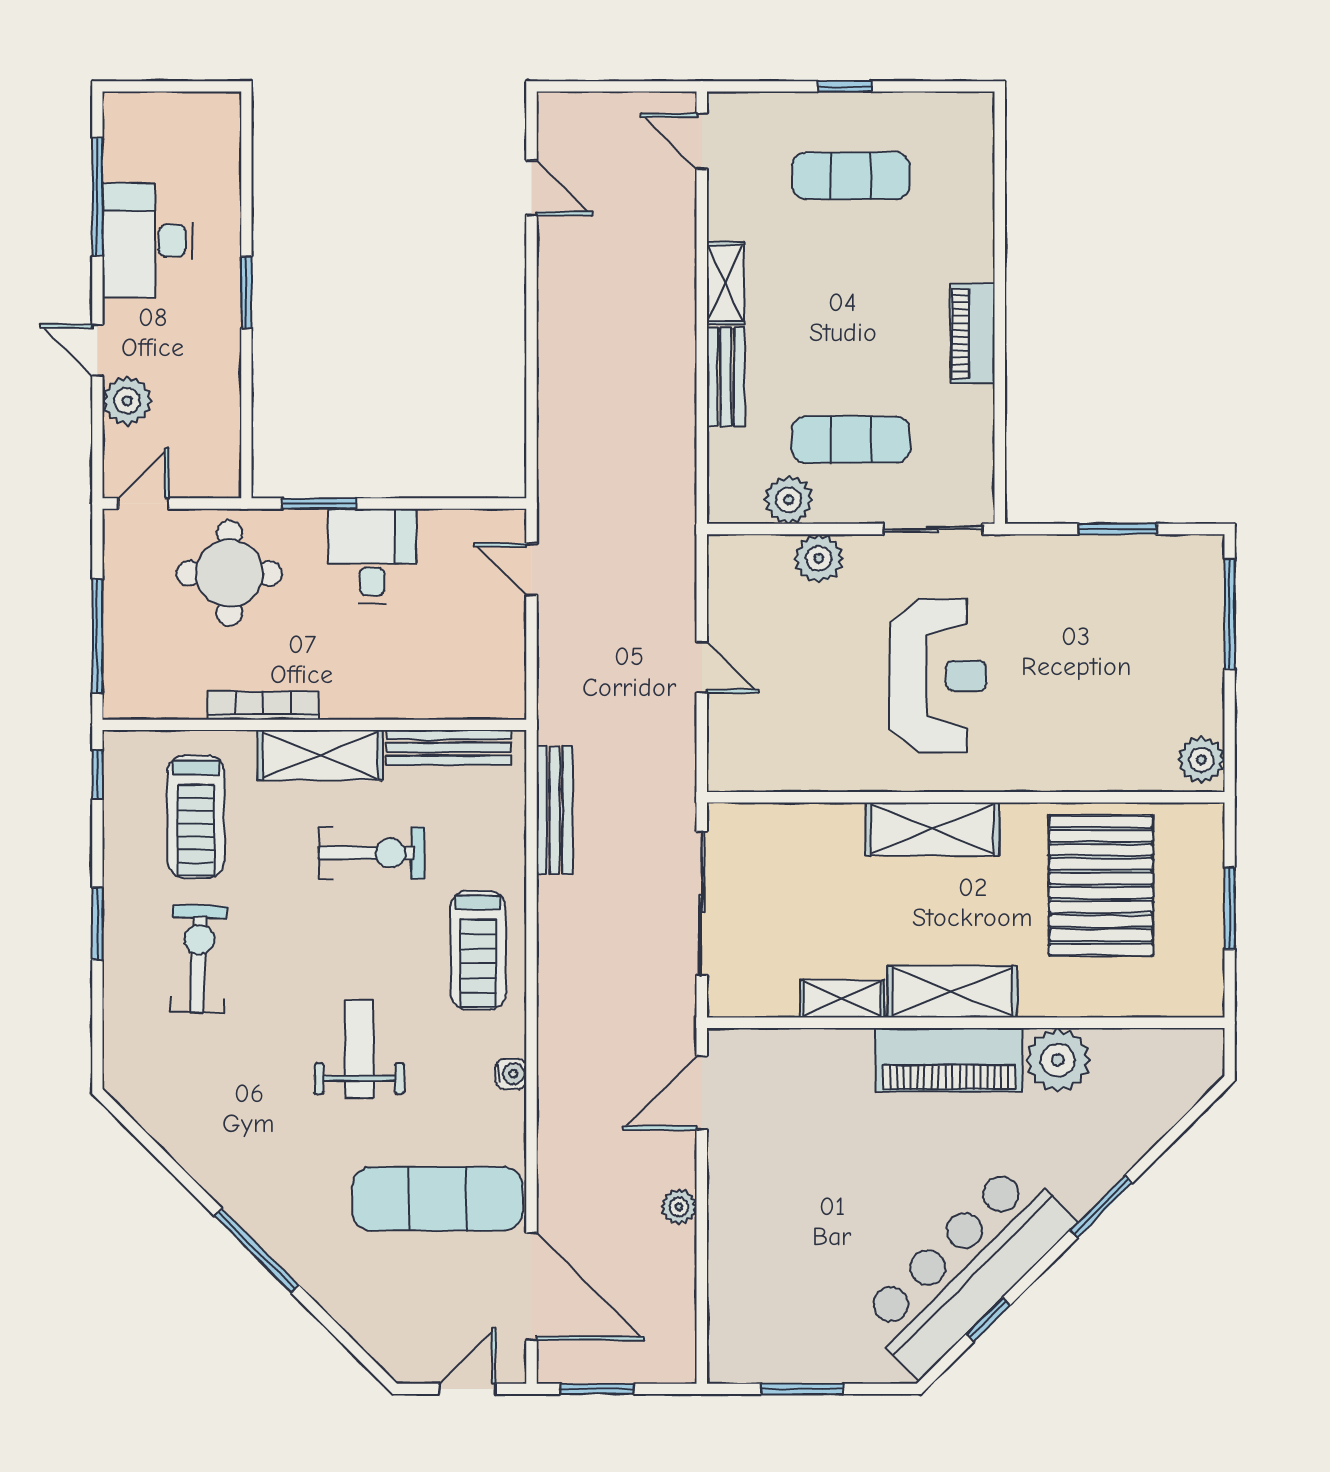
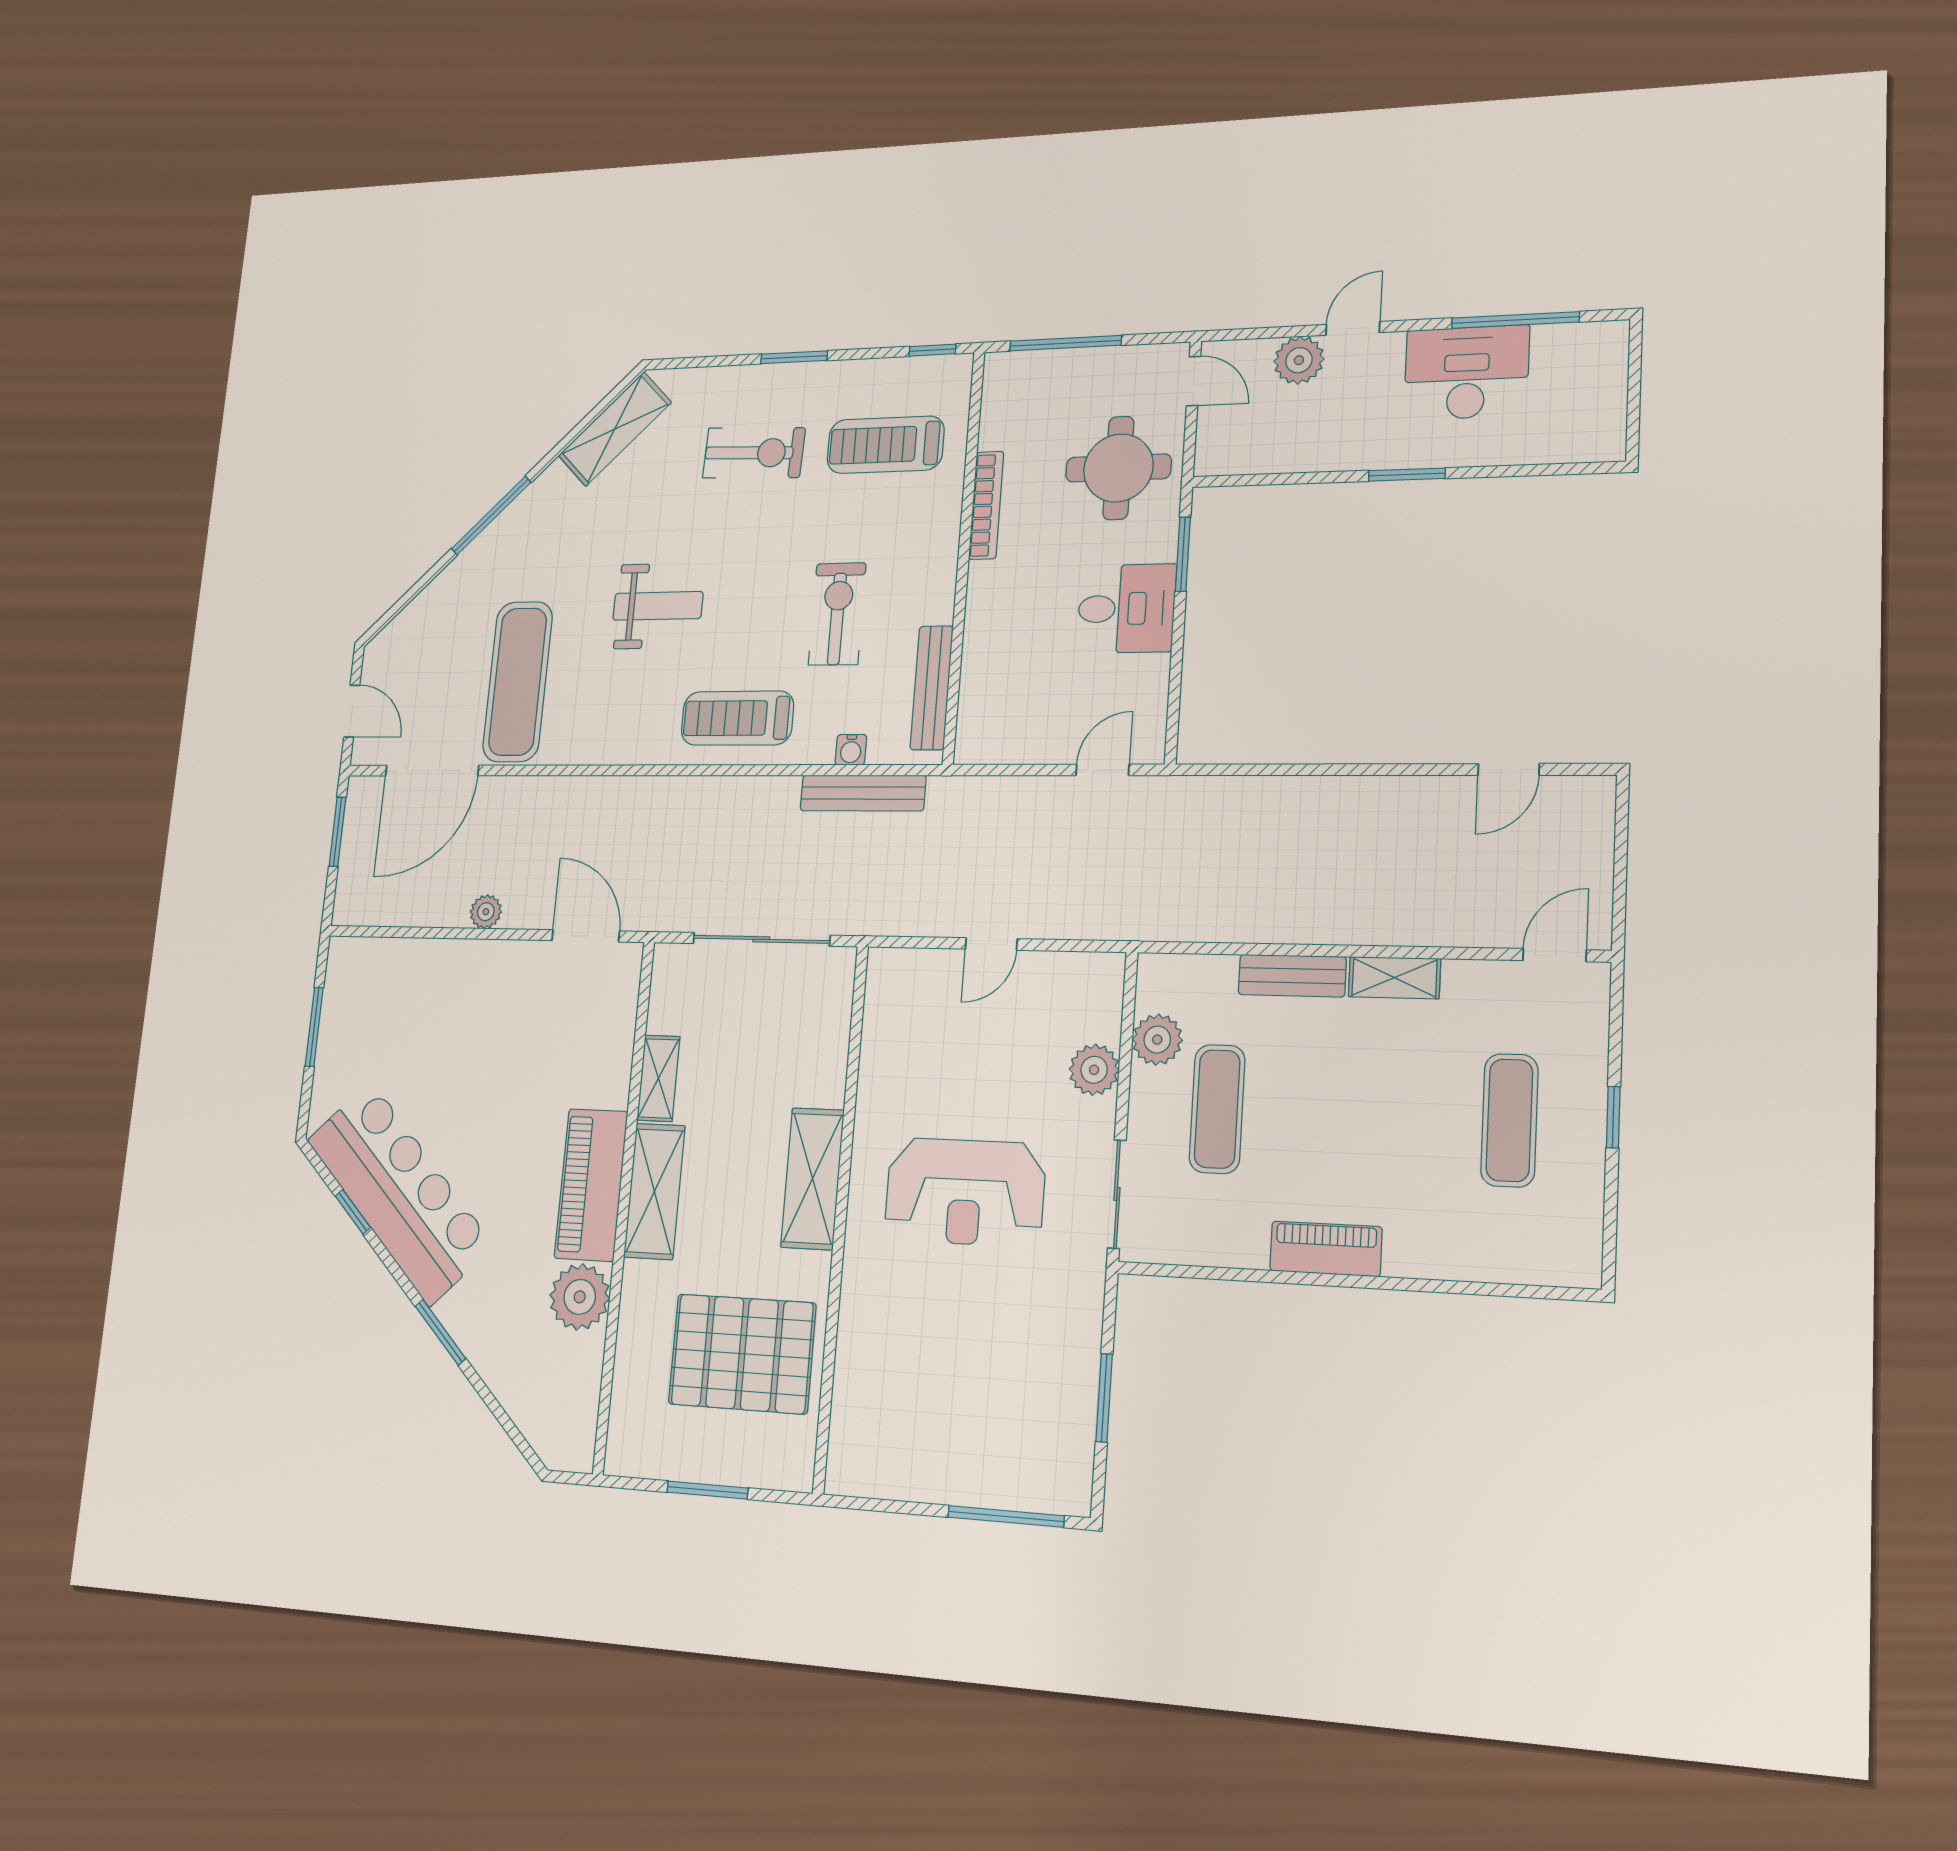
shelving: (320, 755) -> (615, 429), moved, turned 45
plant: (1201, 760) -> (858, 1472), removed
exercise bike: (372, 853) -> (837, 614), turned 180
water cooler: (511, 1074) -> (851, 750), moved

